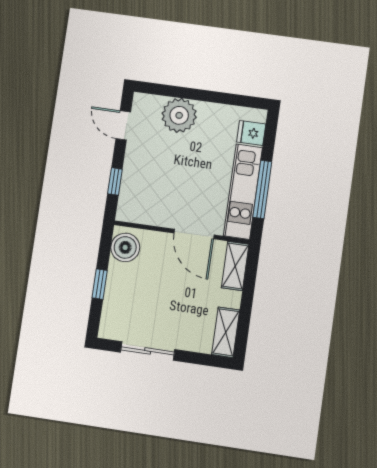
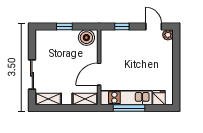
plant: (179, 115) -> (168, 35), moved, width x0.53, depth x0.53
door: (123, 125) -> (154, 26), hinge flipped
sliding door: (148, 351) -> (32, 74), moved

